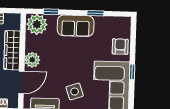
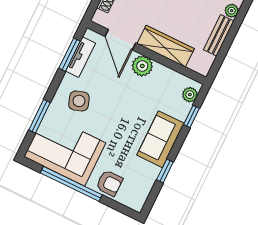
plant: (37, 24) -> (190, 95), width x0.53, depth x0.53
window: (132, 72) -> (71, 184), width x3.17

